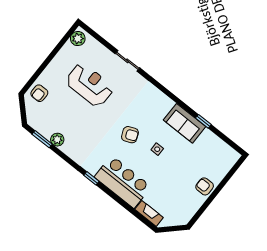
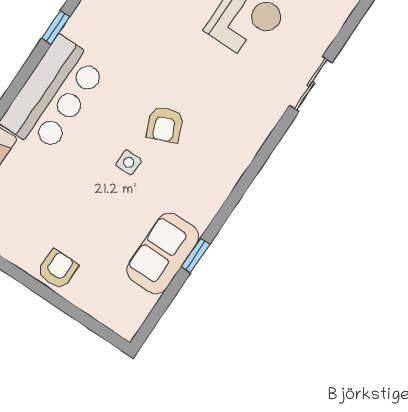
sofa: (185, 123) -> (163, 253), moved
armchair: (130, 135) -> (165, 125), moved

